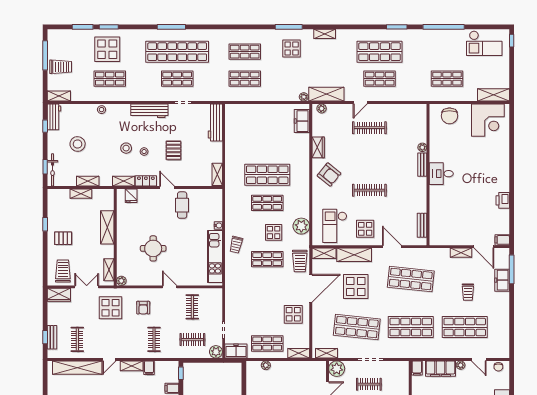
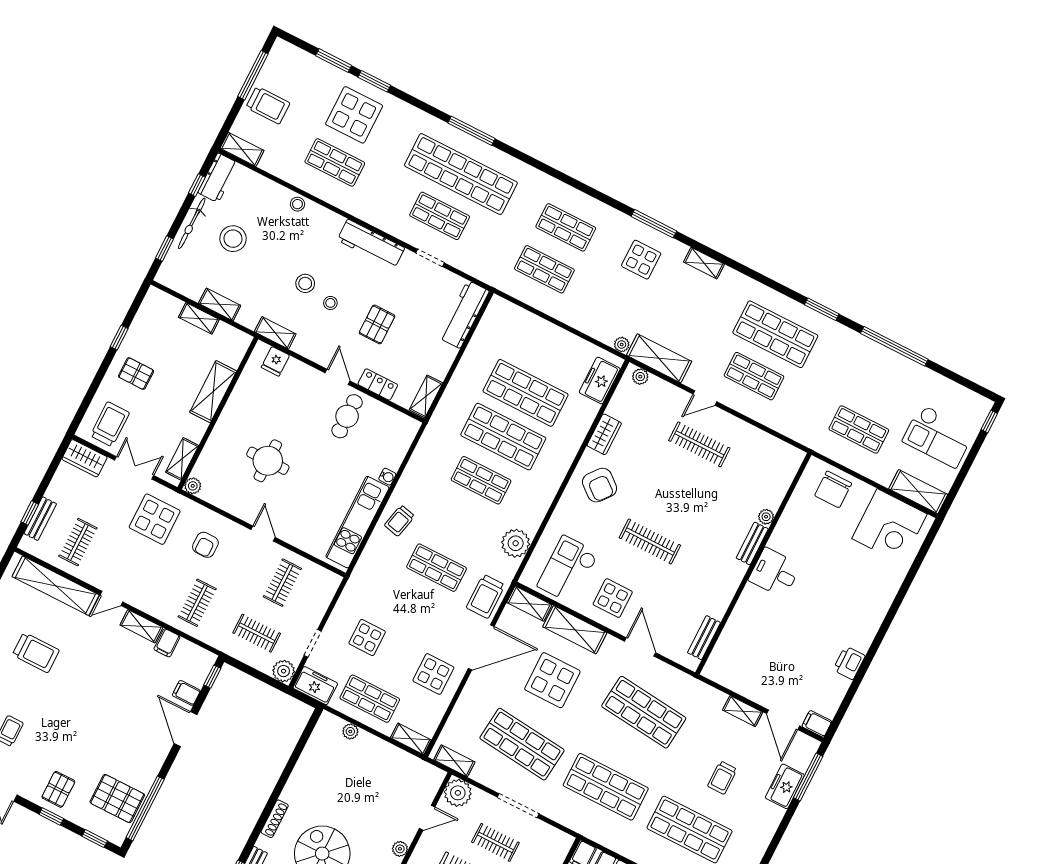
checkout: (484, 43) -> (938, 436), moved
shop shelf: (267, 147) -> (526, 393), added
bicycle: (53, 170) -> (192, 223), moved
locker: (146, 181) -> (378, 384), moved
display table: (274, 232) -> (367, 637), moved

